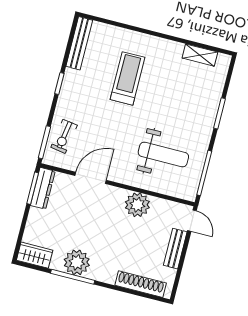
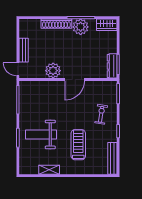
shelving: (200, 55) -> (49, 170), moved
treadmill: (127, 78) -> (78, 145), turned 180
exercise bike: (64, 136) -> (101, 114), moved
weight bench: (163, 154) -> (41, 134), moved
door: (91, 178) -> (75, 79), moved
shoe rack: (141, 284) -> (56, 24), moved

